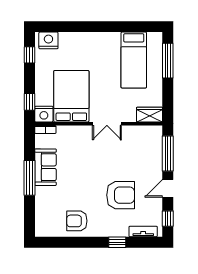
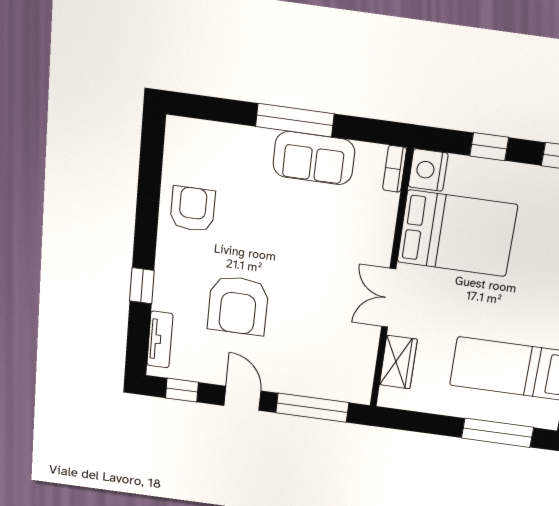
window: (30, 102) -> (489, 147), moved
wardrobe: (149, 115) -> (398, 362), moved

